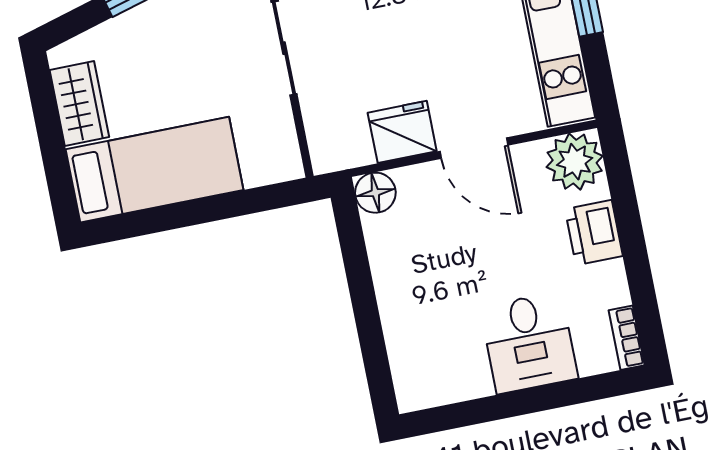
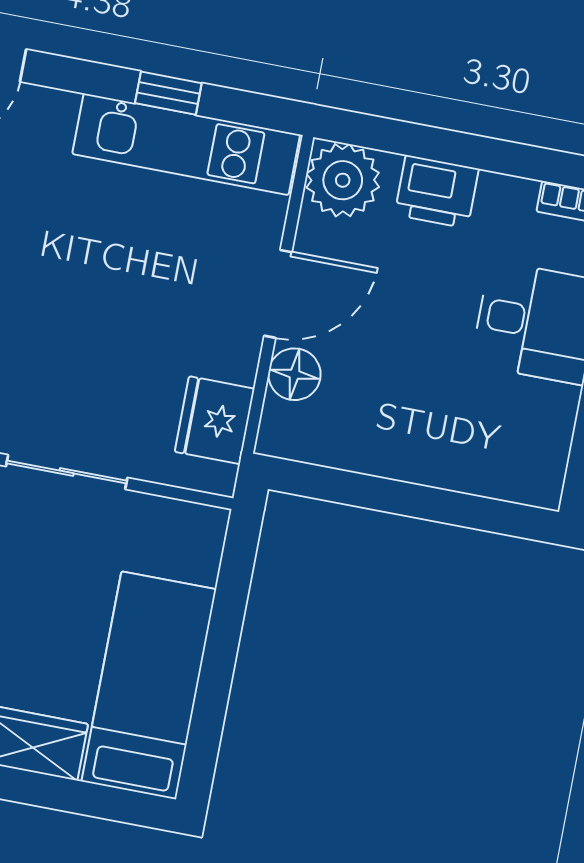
fridge: (402, 132) -> (215, 420), moved
floor lamp: (375, 193) -> (294, 374), moved

